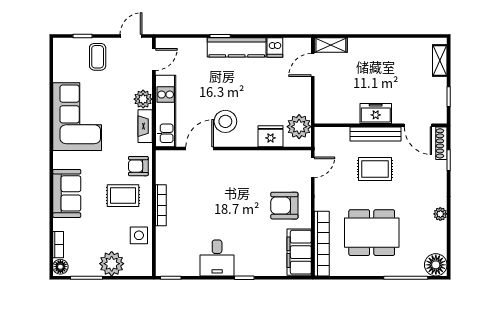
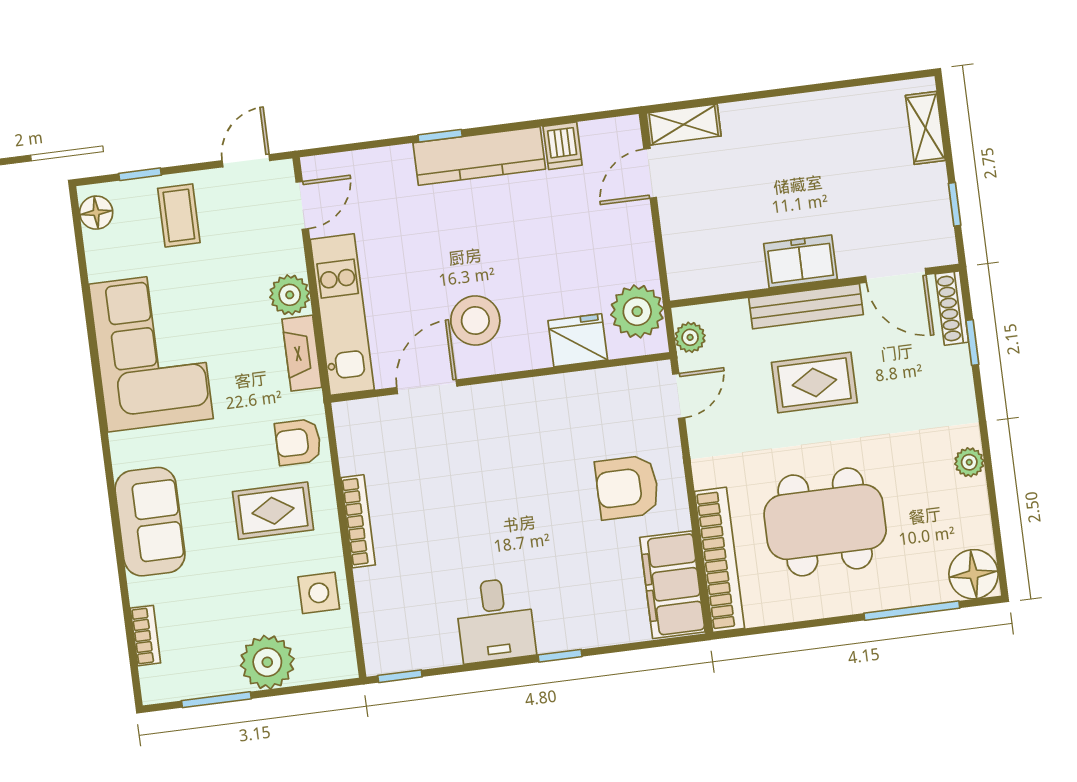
plant: (321, 141) -> (690, 337), added
floor lamp: (60, 267) -> (96, 213), moved

